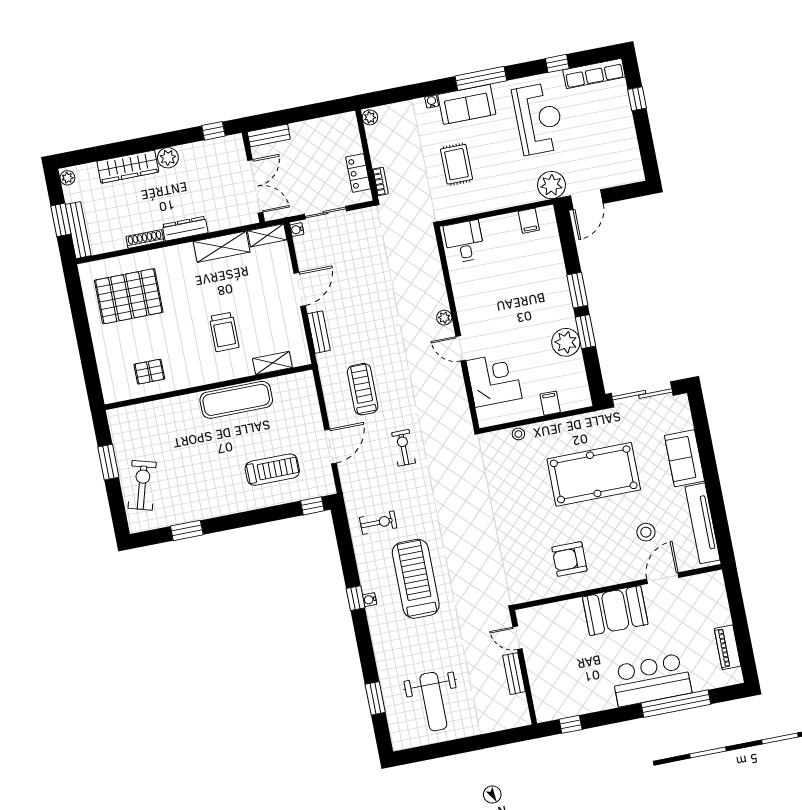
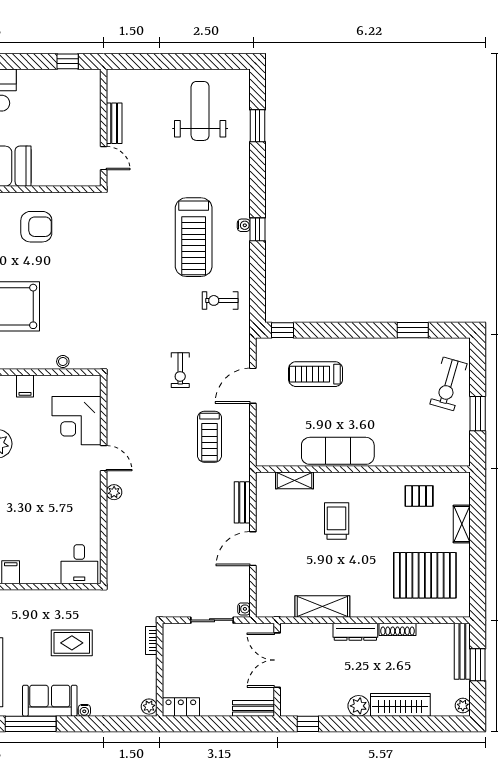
rug: (456, 164) -> (72, 643), turned 90
locker: (358, 173) -> (181, 707), moved, turned -90
shelving: (267, 235) -> (462, 524), moved, turned 90

